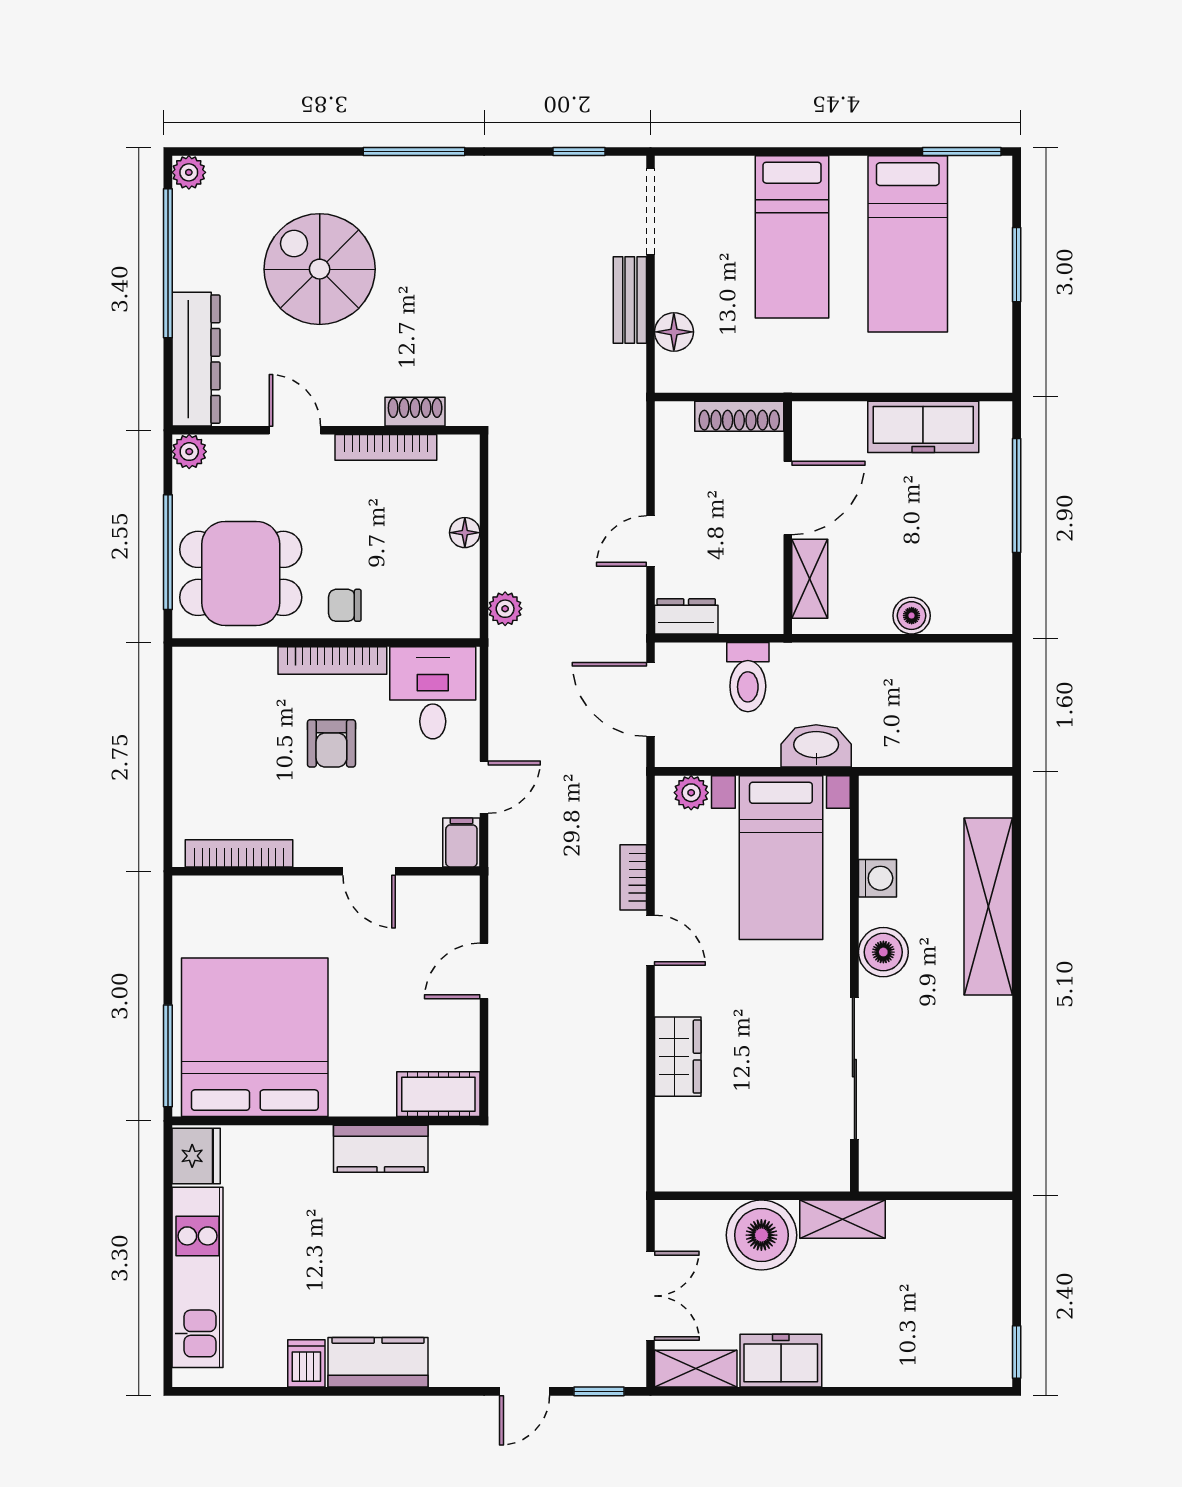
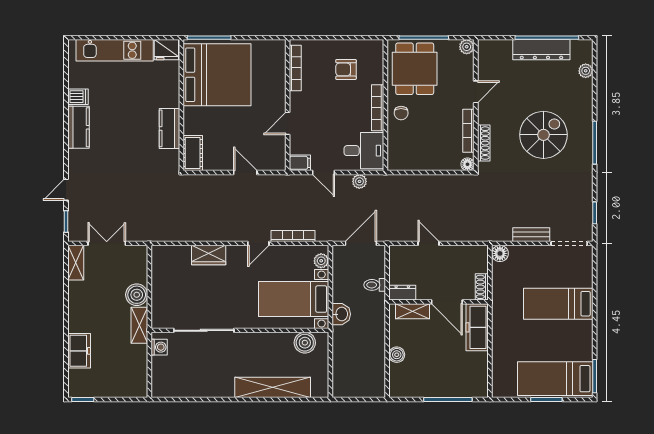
plant: (189, 172) -> (586, 71), moved
bed: (908, 244) -> (555, 379), moved
spiral stairs: (320, 269) -> (543, 135), moved
floor lamp: (674, 332) -> (500, 253), moved
dresser: (196, 359) -> (541, 50), moved
shoe rack: (415, 412) -> (484, 143), width x1.43
shoe rack: (739, 416) -> (482, 287), width x0.70
freezer: (923, 427) -> (477, 327), moved
floor lamp: (465, 533) -> (467, 164), moved
chair: (345, 605) -> (401, 113), turned 180
plant: (505, 609) -> (359, 181), moved
dresser: (686, 616) -> (402, 293), moved, turned -90
toilet: (748, 677) -> (375, 285), width x0.73, depth x0.72
armchair: (331, 743) -> (346, 69), moved
washbasin: (816, 746) -> (341, 314), width x0.72
bookcase: (633, 877) -> (293, 236), width x1.56
washing machine: (877, 878) -> (159, 347), moved, turned -90
boiler: (883, 952) -> (305, 343), moved
boiler: (761, 1235) -> (137, 295), width x0.73, depth x0.73
double door: (651, 1296) -> (107, 243), swing flipped
freezer: (781, 1361) -> (79, 351), moved
door: (525, 1391) -> (66, 190), hinge flipped

